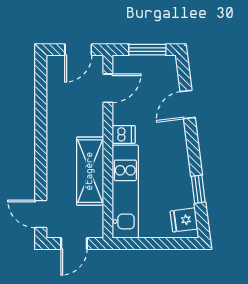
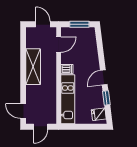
door: (78, 50) -> (43, 24), swing flipped
door: (188, 105) -> (104, 77), moved
shelving: (90, 171) -> (33, 67), moved

